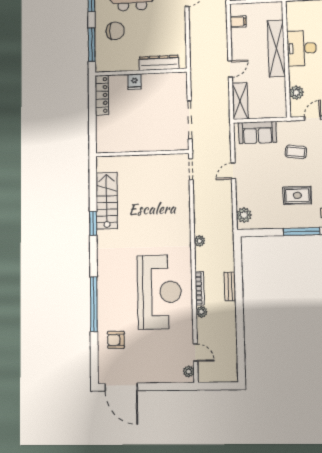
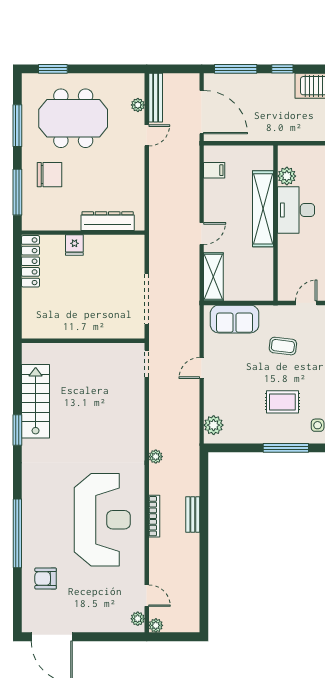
plant: (296, 93) -> (287, 176), moved
plant: (201, 312) -> (156, 625), moved

